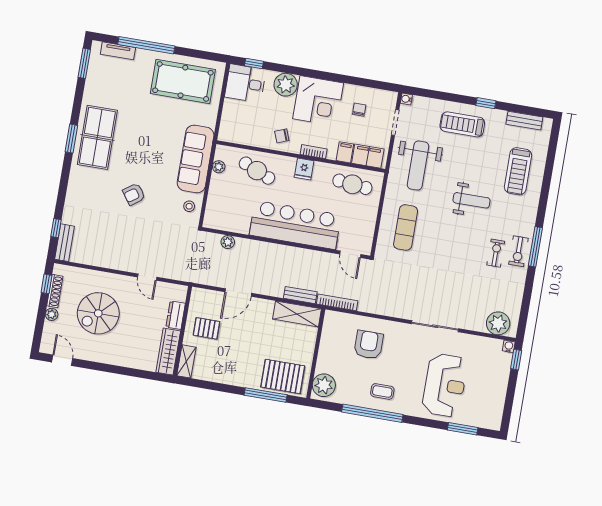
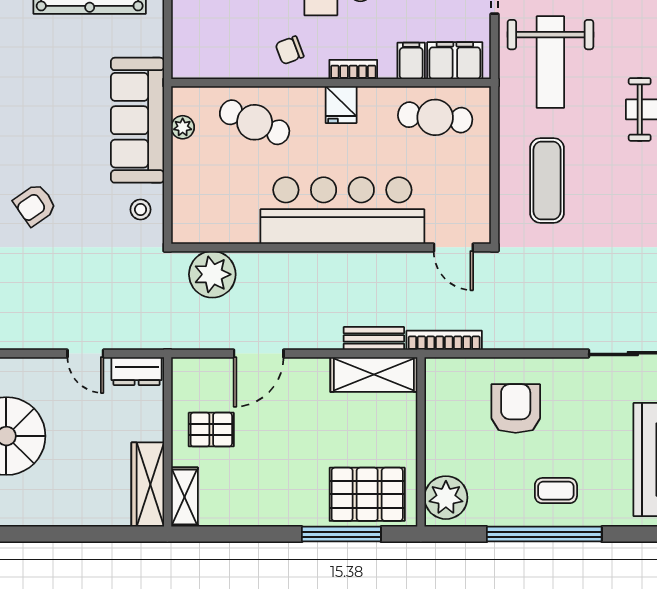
plant: (228, 242) -> (212, 274), width x1.88, depth x1.88
dresser: (176, 315) -> (137, 371), moved, turned -90

